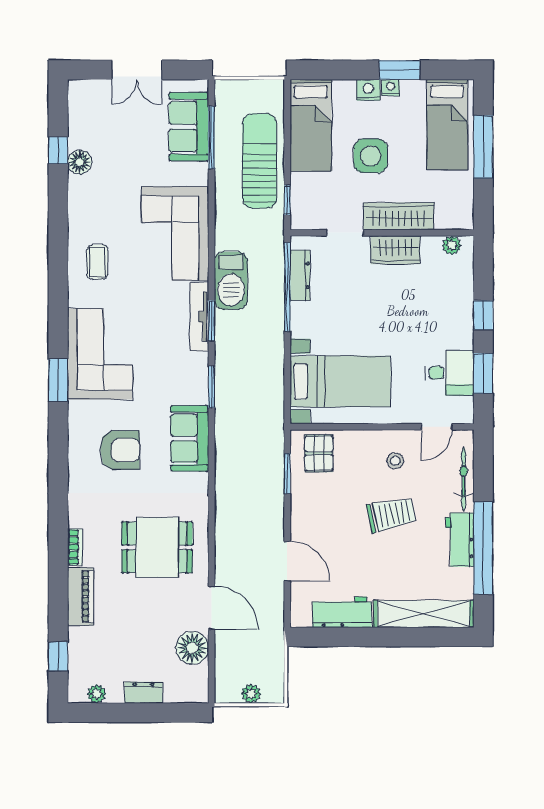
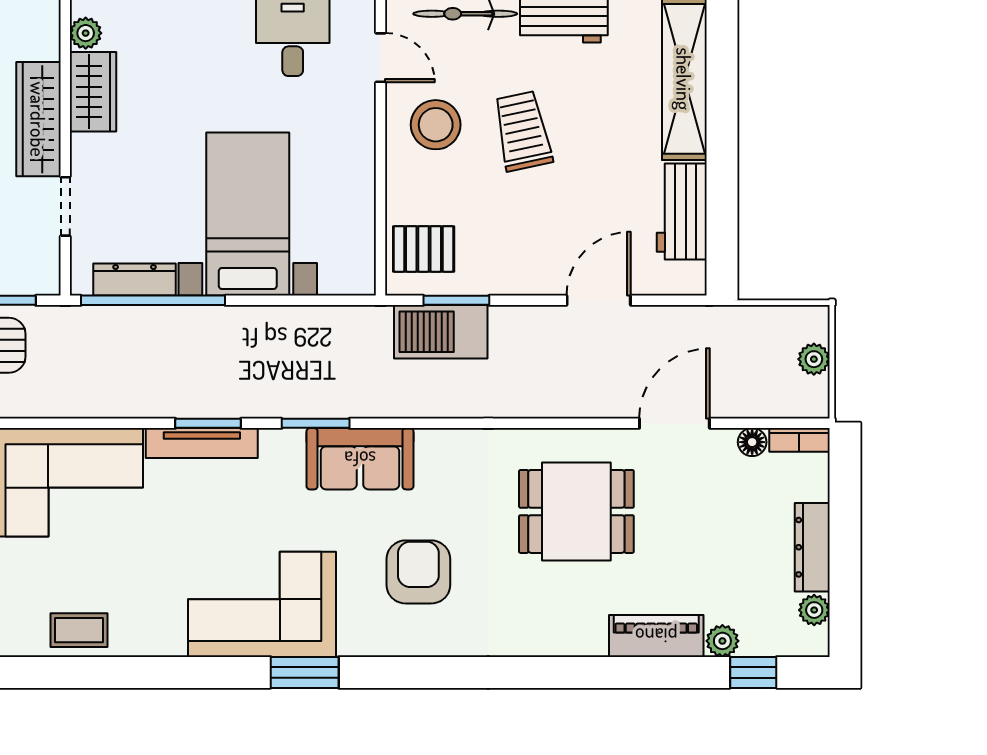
wardrobe: (395, 250) -> (93, 92), moved
coffee table: (97, 262) -> (79, 630), moved
barbecue: (231, 281) -> (441, 332), moved, turned 180
bed with nightstands: (340, 381) -> (248, 214), moved
sofa: (190, 438) -> (360, 459), moved
stool: (395, 461) -> (436, 125), width x1.89, depth x1.89
bookcase: (75, 547) -> (799, 440), moved, turned 180
dining table: (157, 547) -> (576, 511), turned 90
plant: (77, 637) -> (722, 641), added
floor lamp: (192, 648) -> (752, 442), width x0.53, depth x0.53
dresser: (144, 693) -> (812, 547), width x1.44

